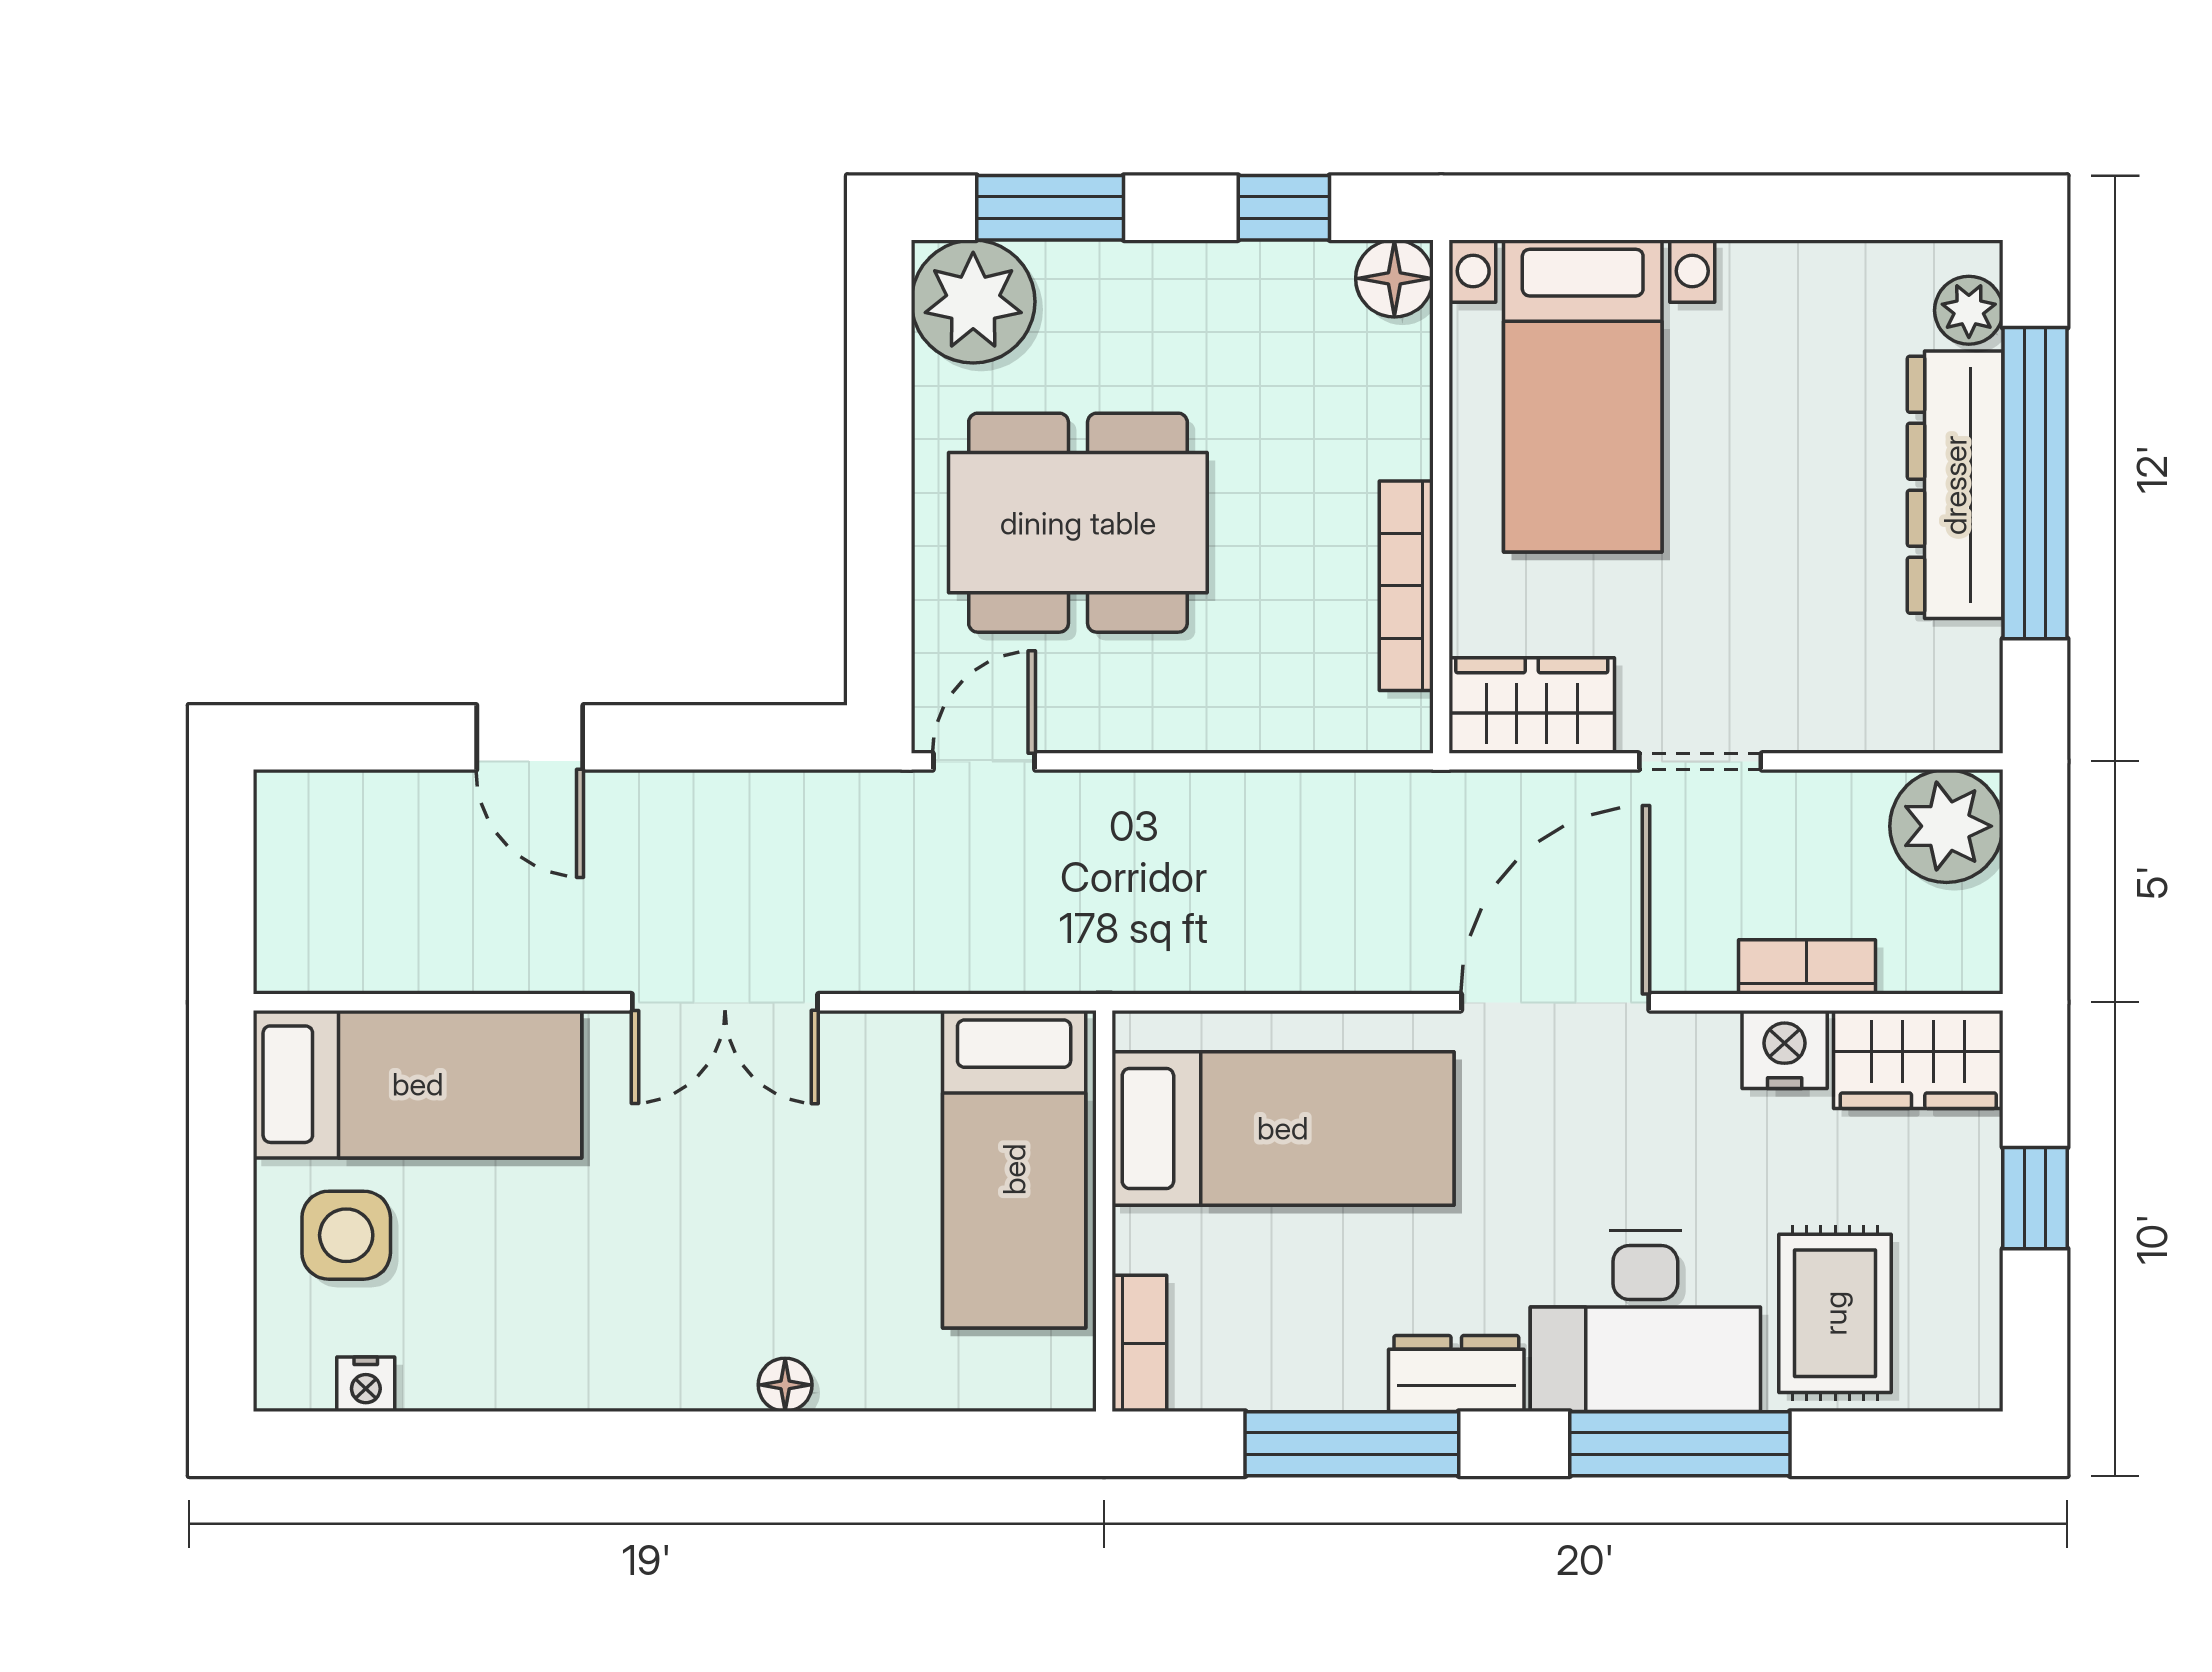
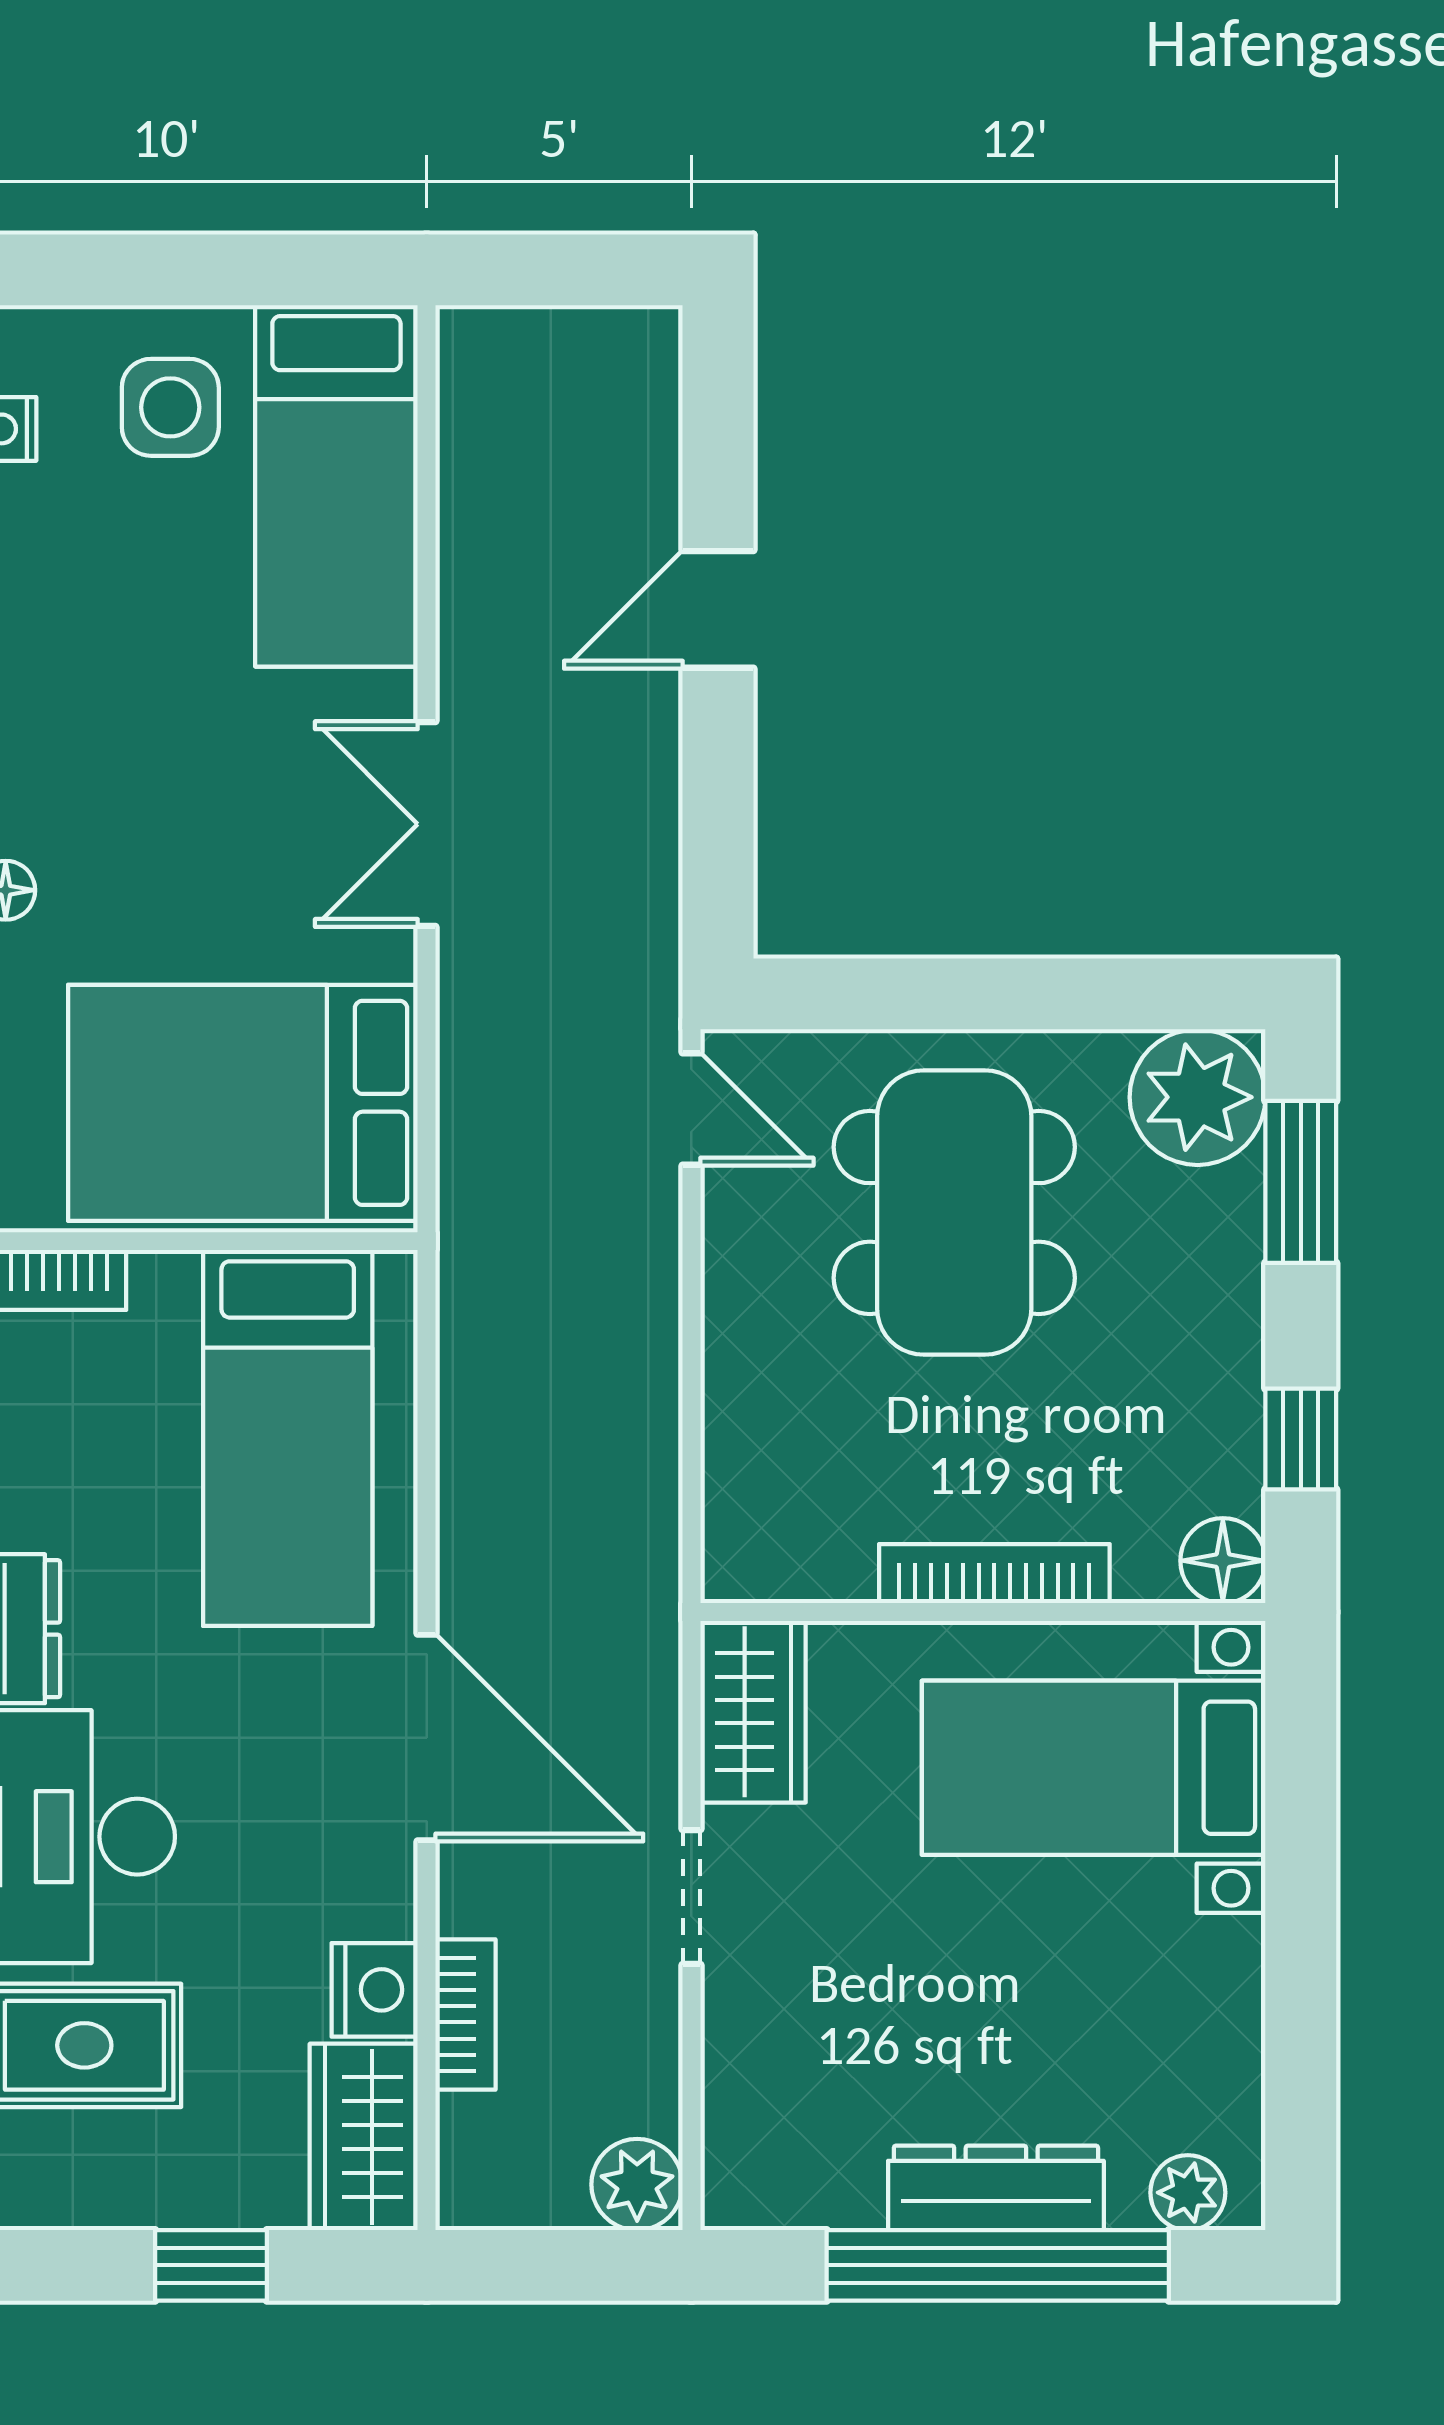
dresser: (1955, 485) -> (996, 2188), width x0.73, depth x0.80
bookcase: (1406, 586) -> (994, 1574), moved
plant: (1946, 826) -> (637, 2184), width x0.73, depth x0.73
bed: (1014, 1169) -> (243, 1103), width x1.50

